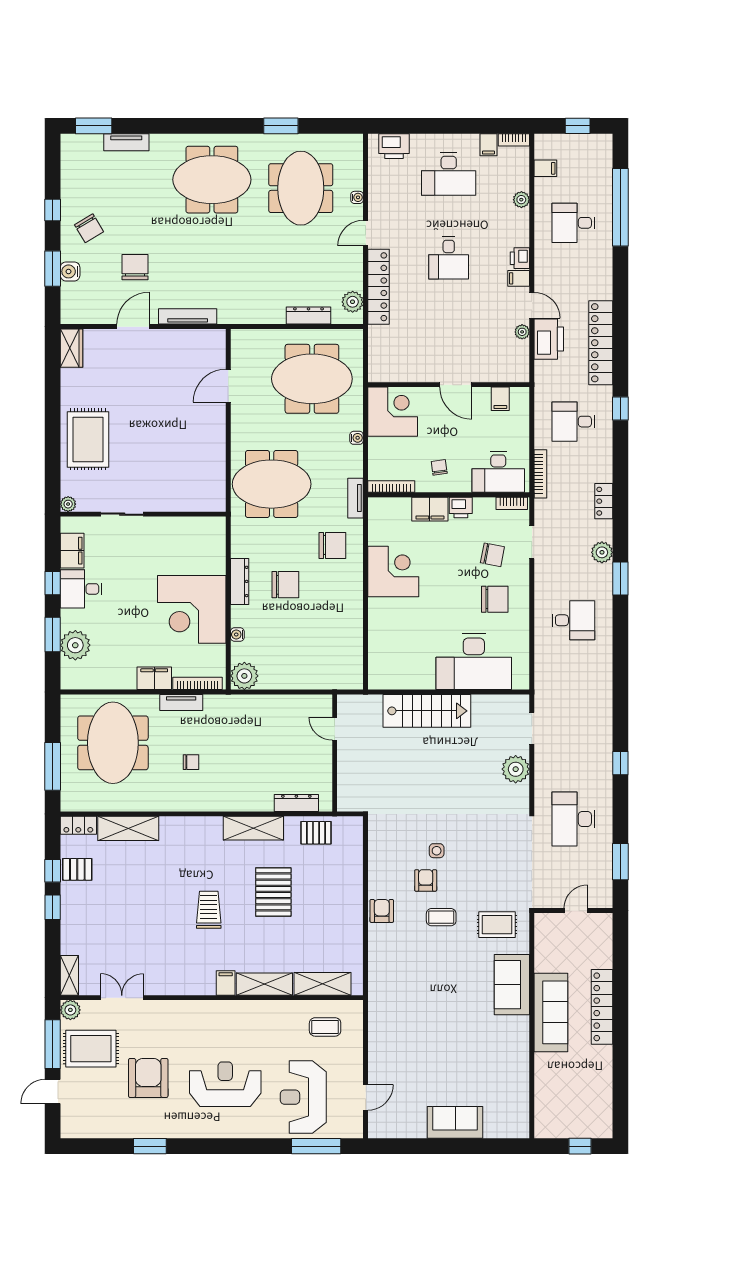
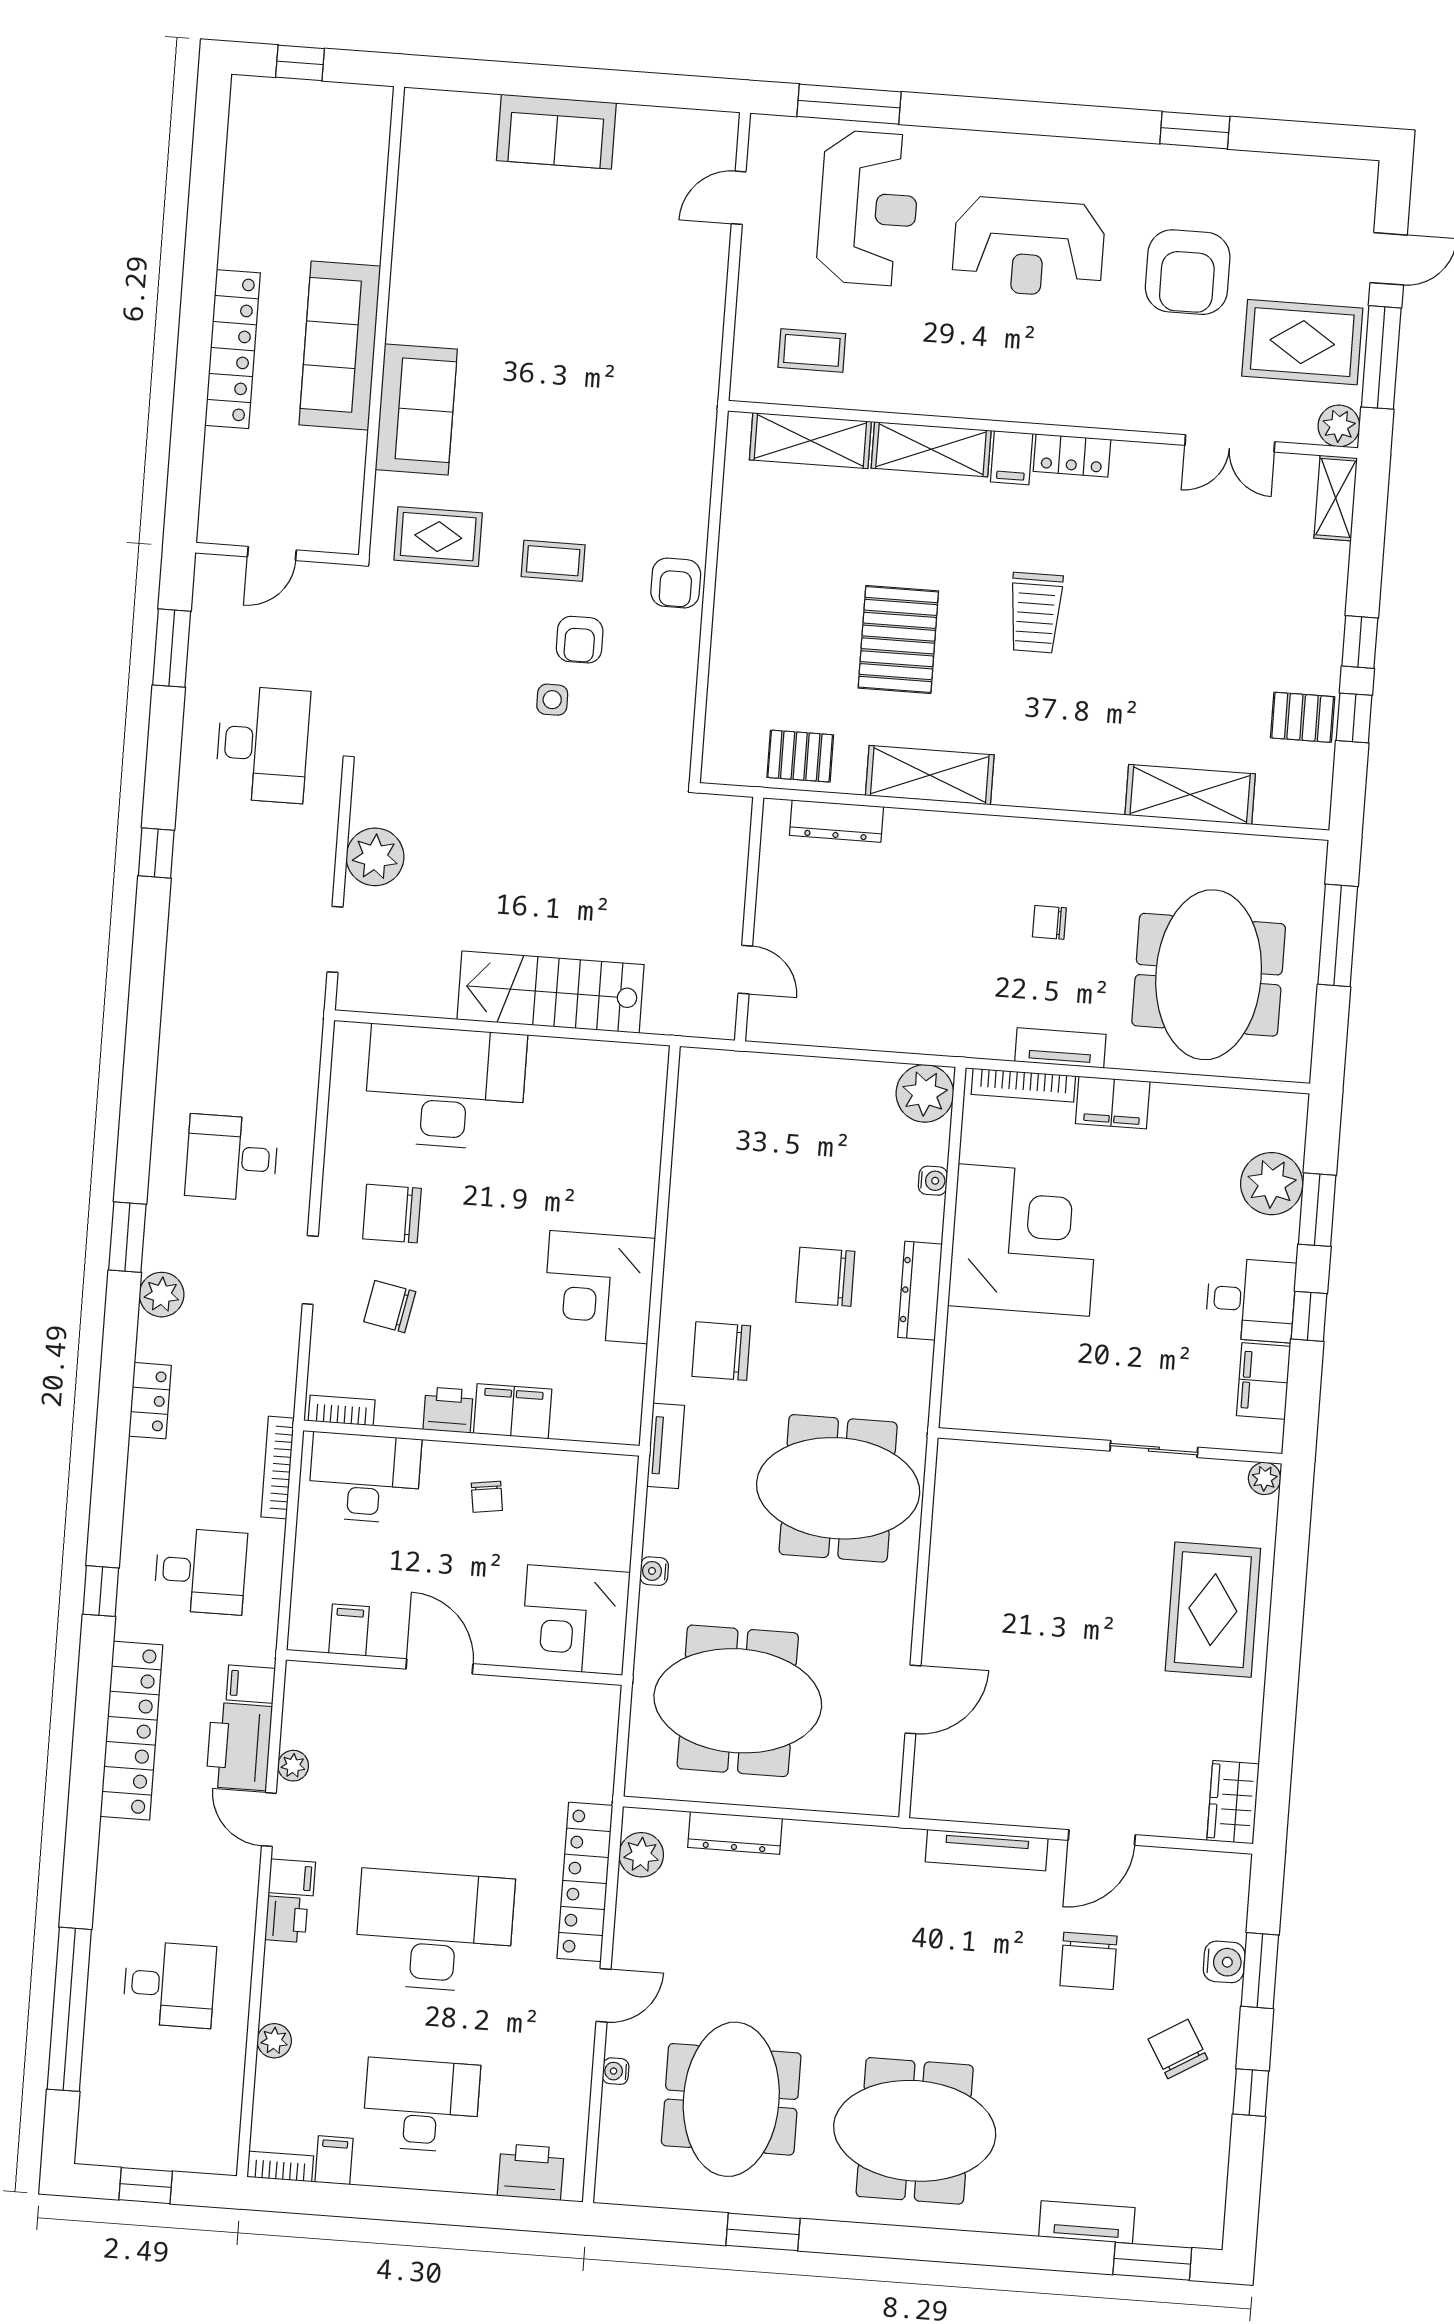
filing cabinet: (545, 168) -> (251, 1684), moved
desk: (449, 258) -> (434, 1931), width x1.87, depth x1.30
bookcase: (391, 486) -> (590, 1464), removed
doorway: (532, 542) -> (310, 1270), moved
locker: (78, 825) -> (1072, 455), moved, turned 180

